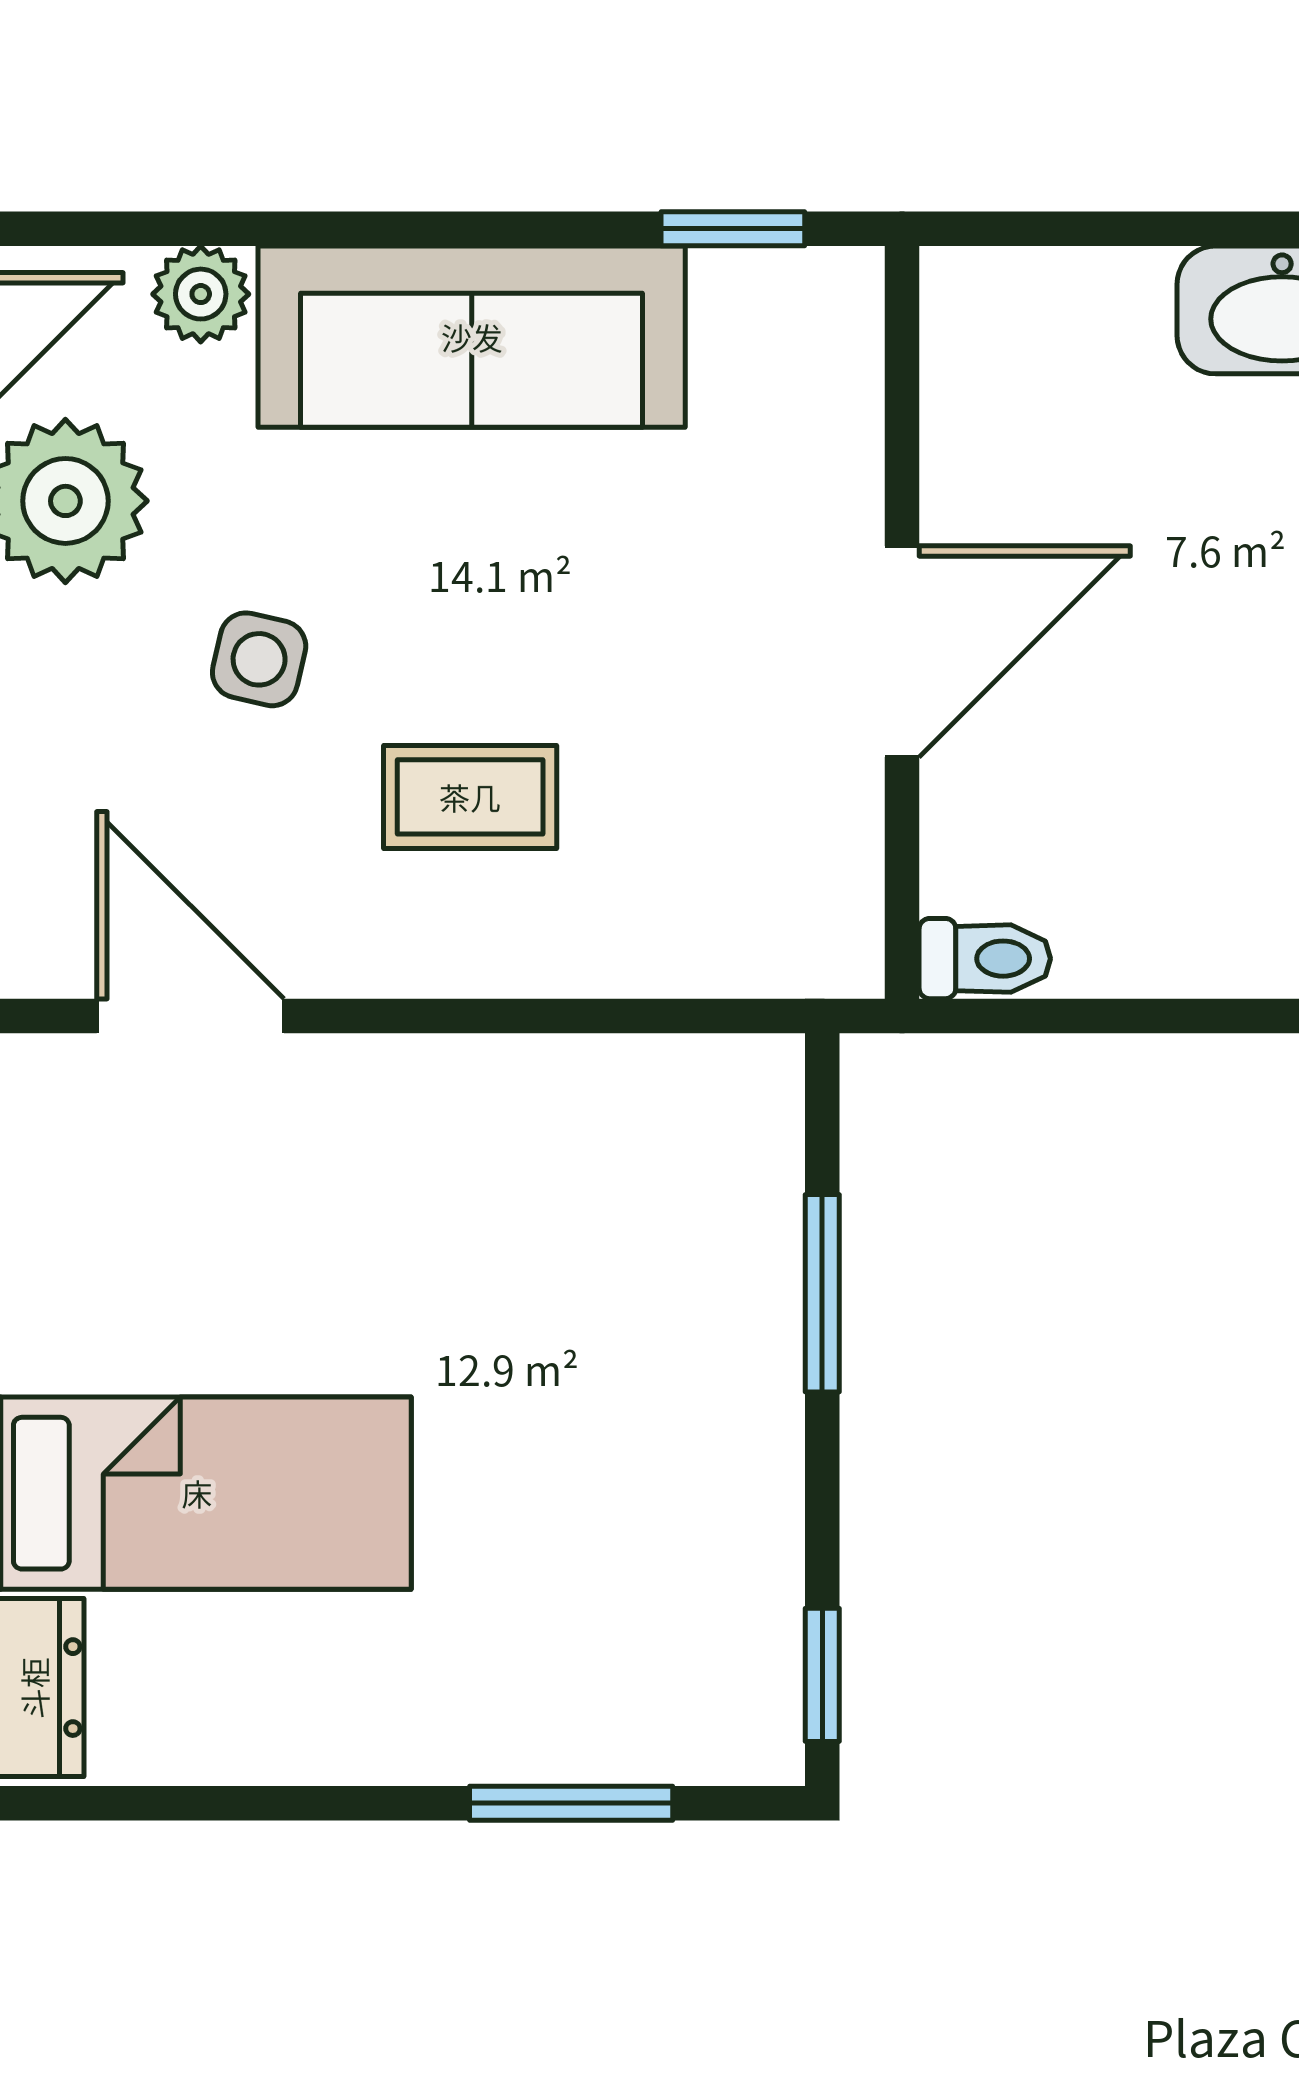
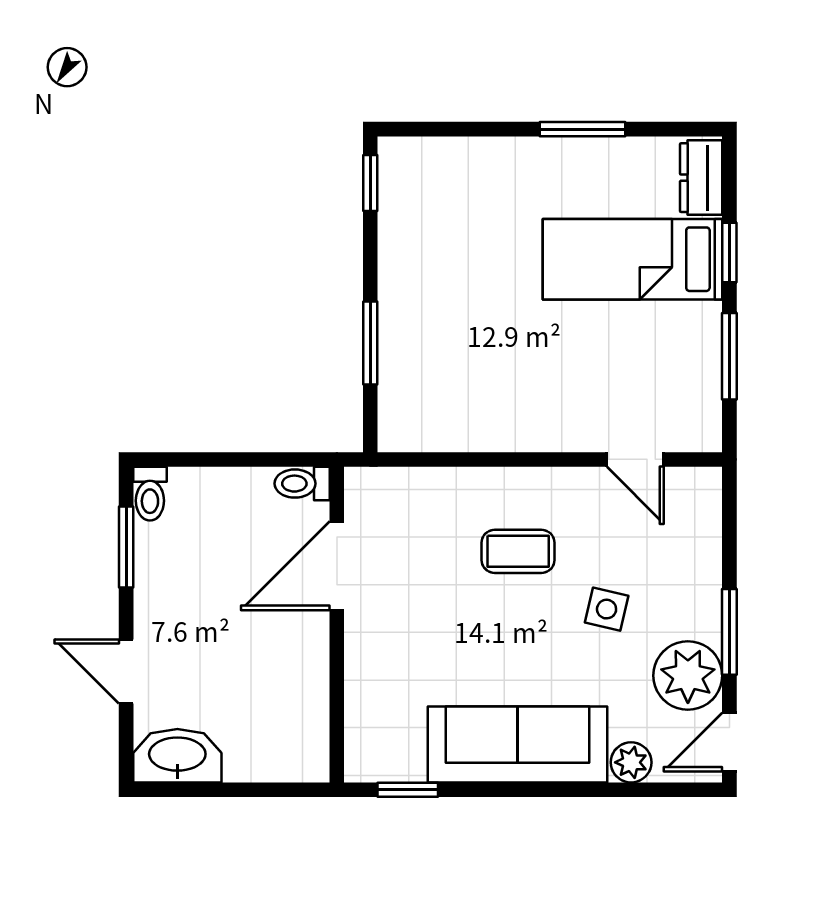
door: (902, 651) -> (337, 566), moved
door: (190, 1016) -> (635, 459), width x0.73
window: (571, 1803) -> (582, 129), moved

